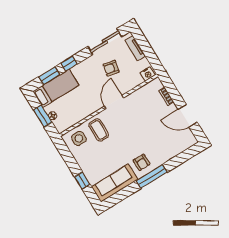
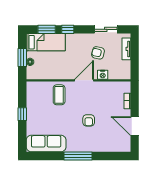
sliding door: (105, 42) -> (106, 29), width x0.73
nightstand: (148, 74) -> (103, 75), moved
side table: (79, 138) -> (40, 92), removed
armchair: (142, 162) -> (89, 120), moved
window: (82, 180) -> (22, 114), moved

